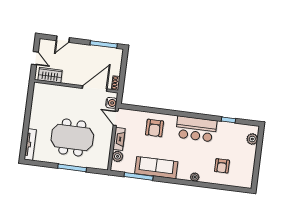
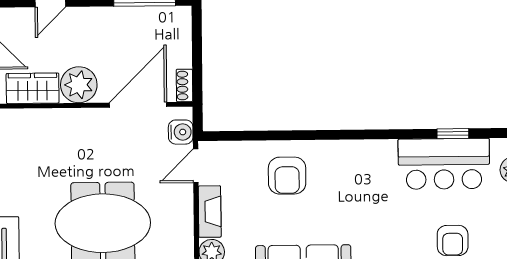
plant: (70, 76) -> (79, 85), added
door: (116, 118) -> (196, 166), hinge flipped
bar counter: (196, 129) -> (444, 164), moved

